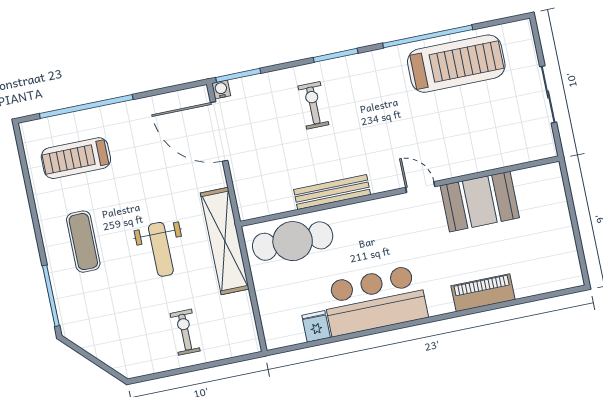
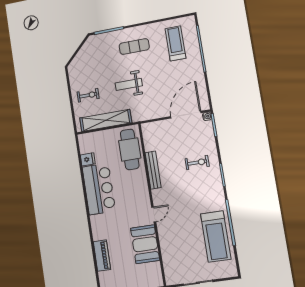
shelving: (225, 241) -> (106, 120), moved
piano: (483, 293) -> (102, 256), moved

